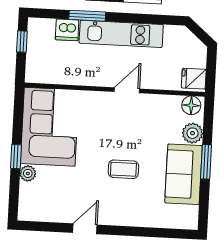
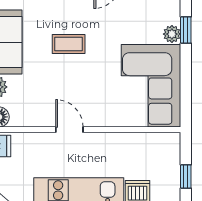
door: (127, 90) -> (69, 130), swing flipped
window: (16, 157) -> (186, 30), moved

